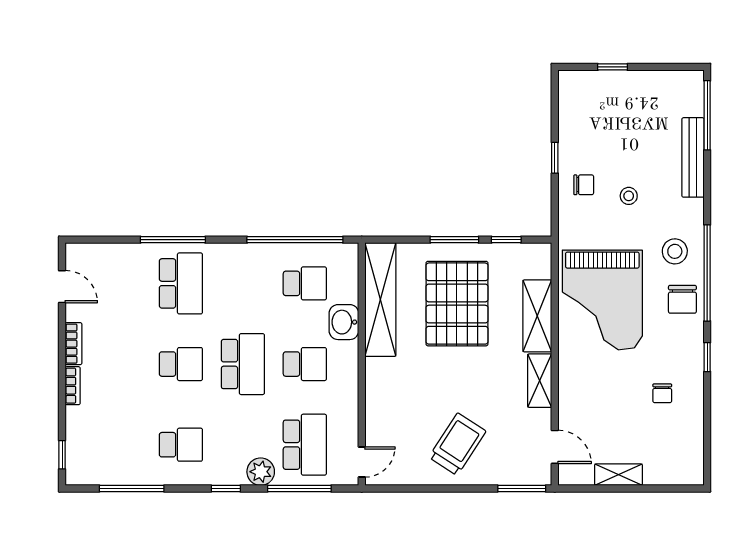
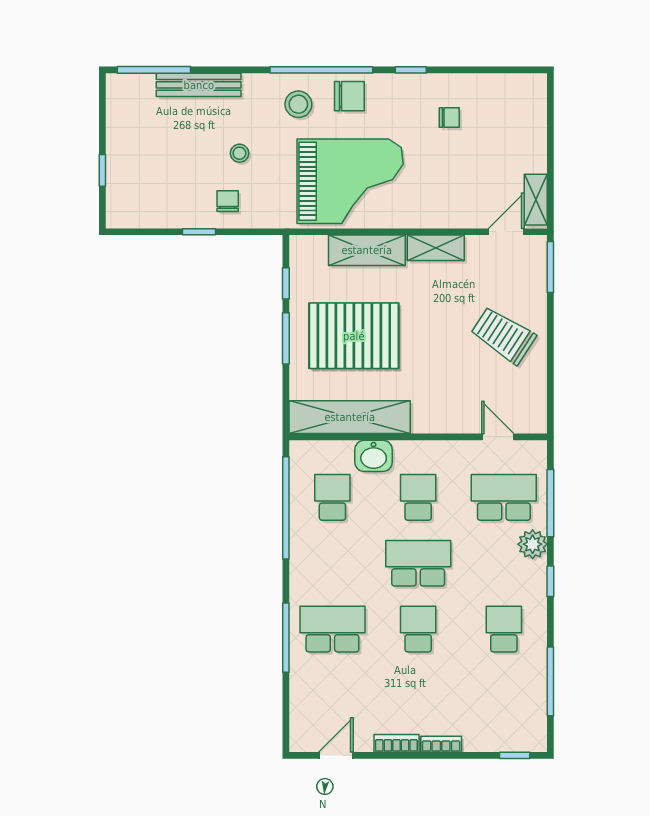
door: (362, 462) -> (498, 437), moved
shelving: (618, 475) -> (536, 200), moved

